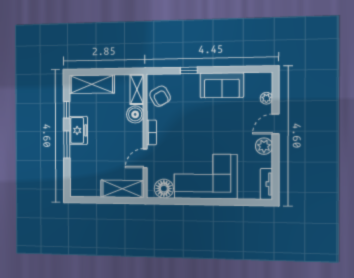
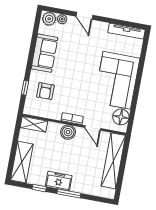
window: (189, 70) -> (25, 88), moved
armchair: (160, 96) -> (45, 91), moved, turned 119
boiler: (135, 114) -> (68, 132), moved
plant: (264, 146) -> (49, 19), moved
tv unit: (266, 184) -> (126, 31), width x1.41
shelving: (122, 189) -> (113, 161), width x1.47

